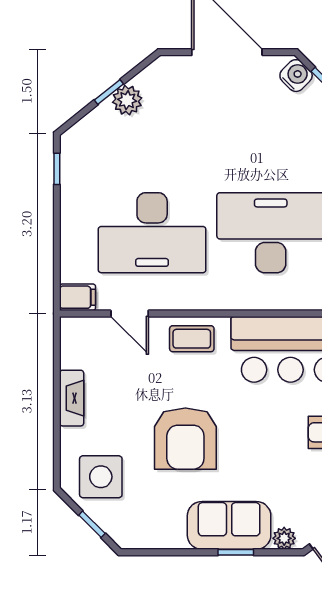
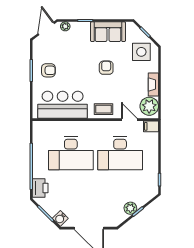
desk: (152, 233) -> (120, 153), turned 180
plant: (82, 346) -> (149, 106), added
armchair: (185, 439) -> (106, 68), width x0.53, depth x0.53
sofa: (229, 525) -> (108, 32), moved

